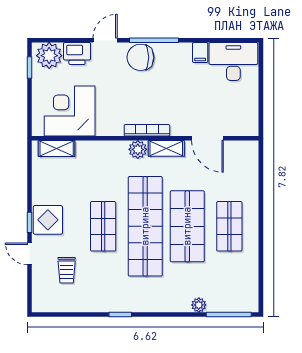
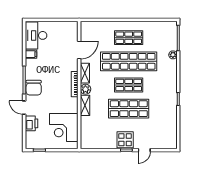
plant: (49, 56) -> (33, 139), removed
shelving: (57, 149) -> (85, 105), moved
shop shelf: (103, 226) -> (129, 109), width x1.43, depth x1.36
shop shelf: (145, 226) -> (129, 85), width x0.50, depth x0.74
shop shelf: (187, 226) -> (129, 61), width x1.40
trolley: (67, 270) -> (153, 129), removed

